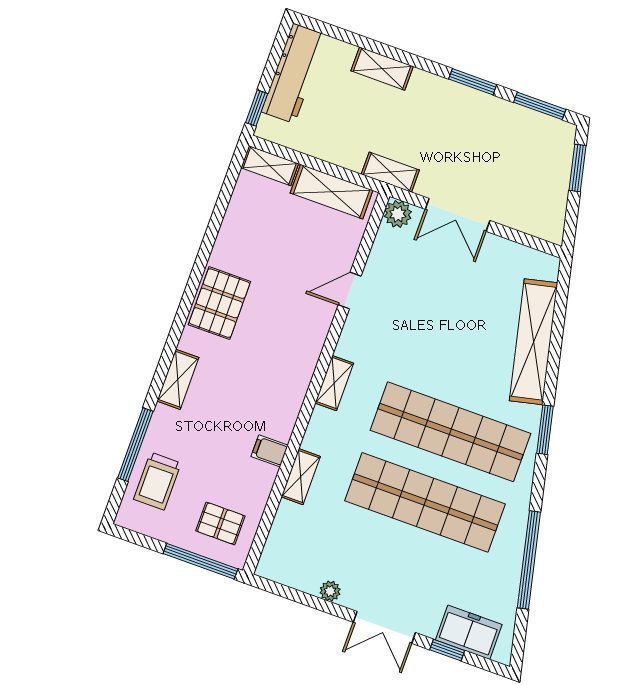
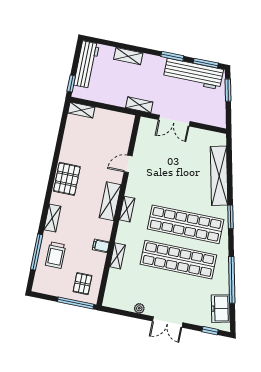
workbench: (511, 124) -> (193, 74), added
shelving: (332, 192) -> (110, 201), moved, turned 90
plant: (398, 214) -> (146, 124), removed
trolley: (157, 481) -> (56, 255), moved
pallet: (220, 523) -> (82, 284), turned 90
freezer: (469, 632) -> (221, 309), moved, turned -103
window: (447, 650) -> (210, 331), moved

